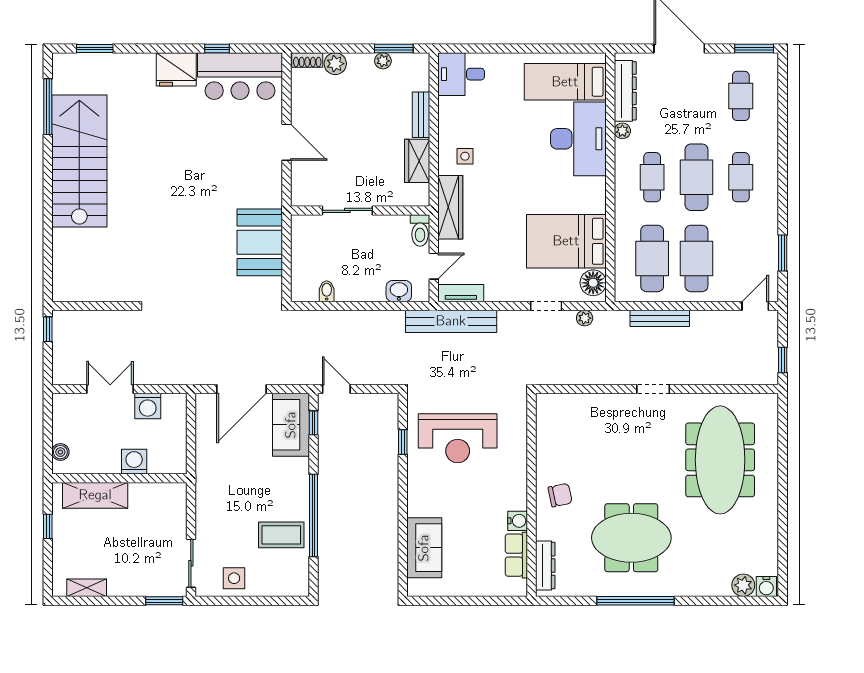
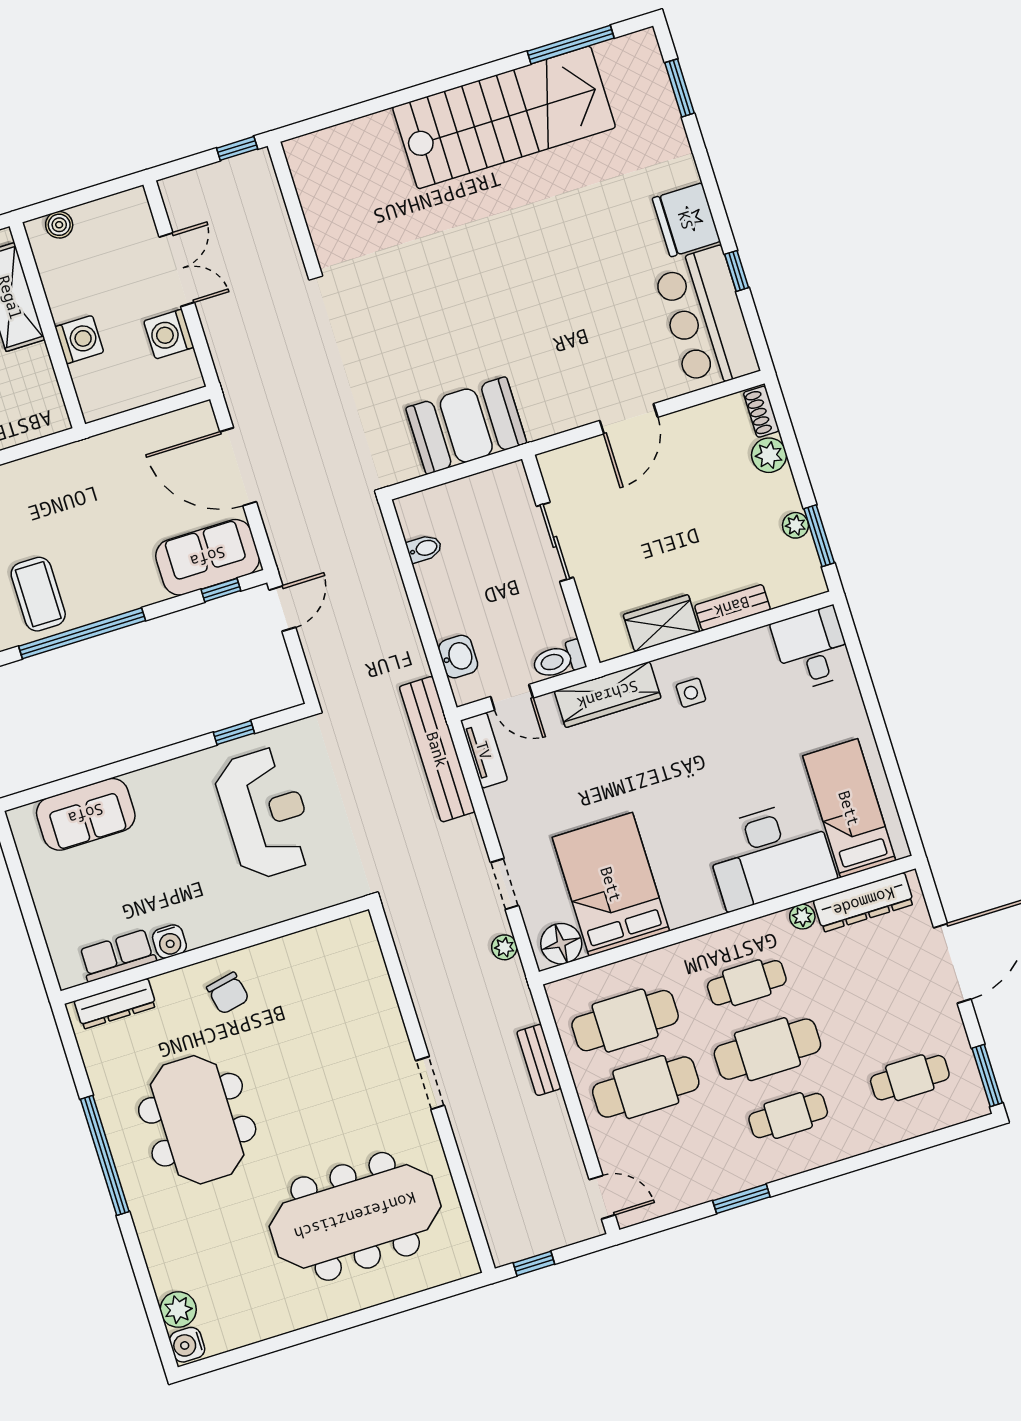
window: (783, 253) -> (741, 1199), moved
bench: (660, 318) -> (539, 1060), width x0.73
reception desk: (458, 438) -> (265, 813), turned 180

